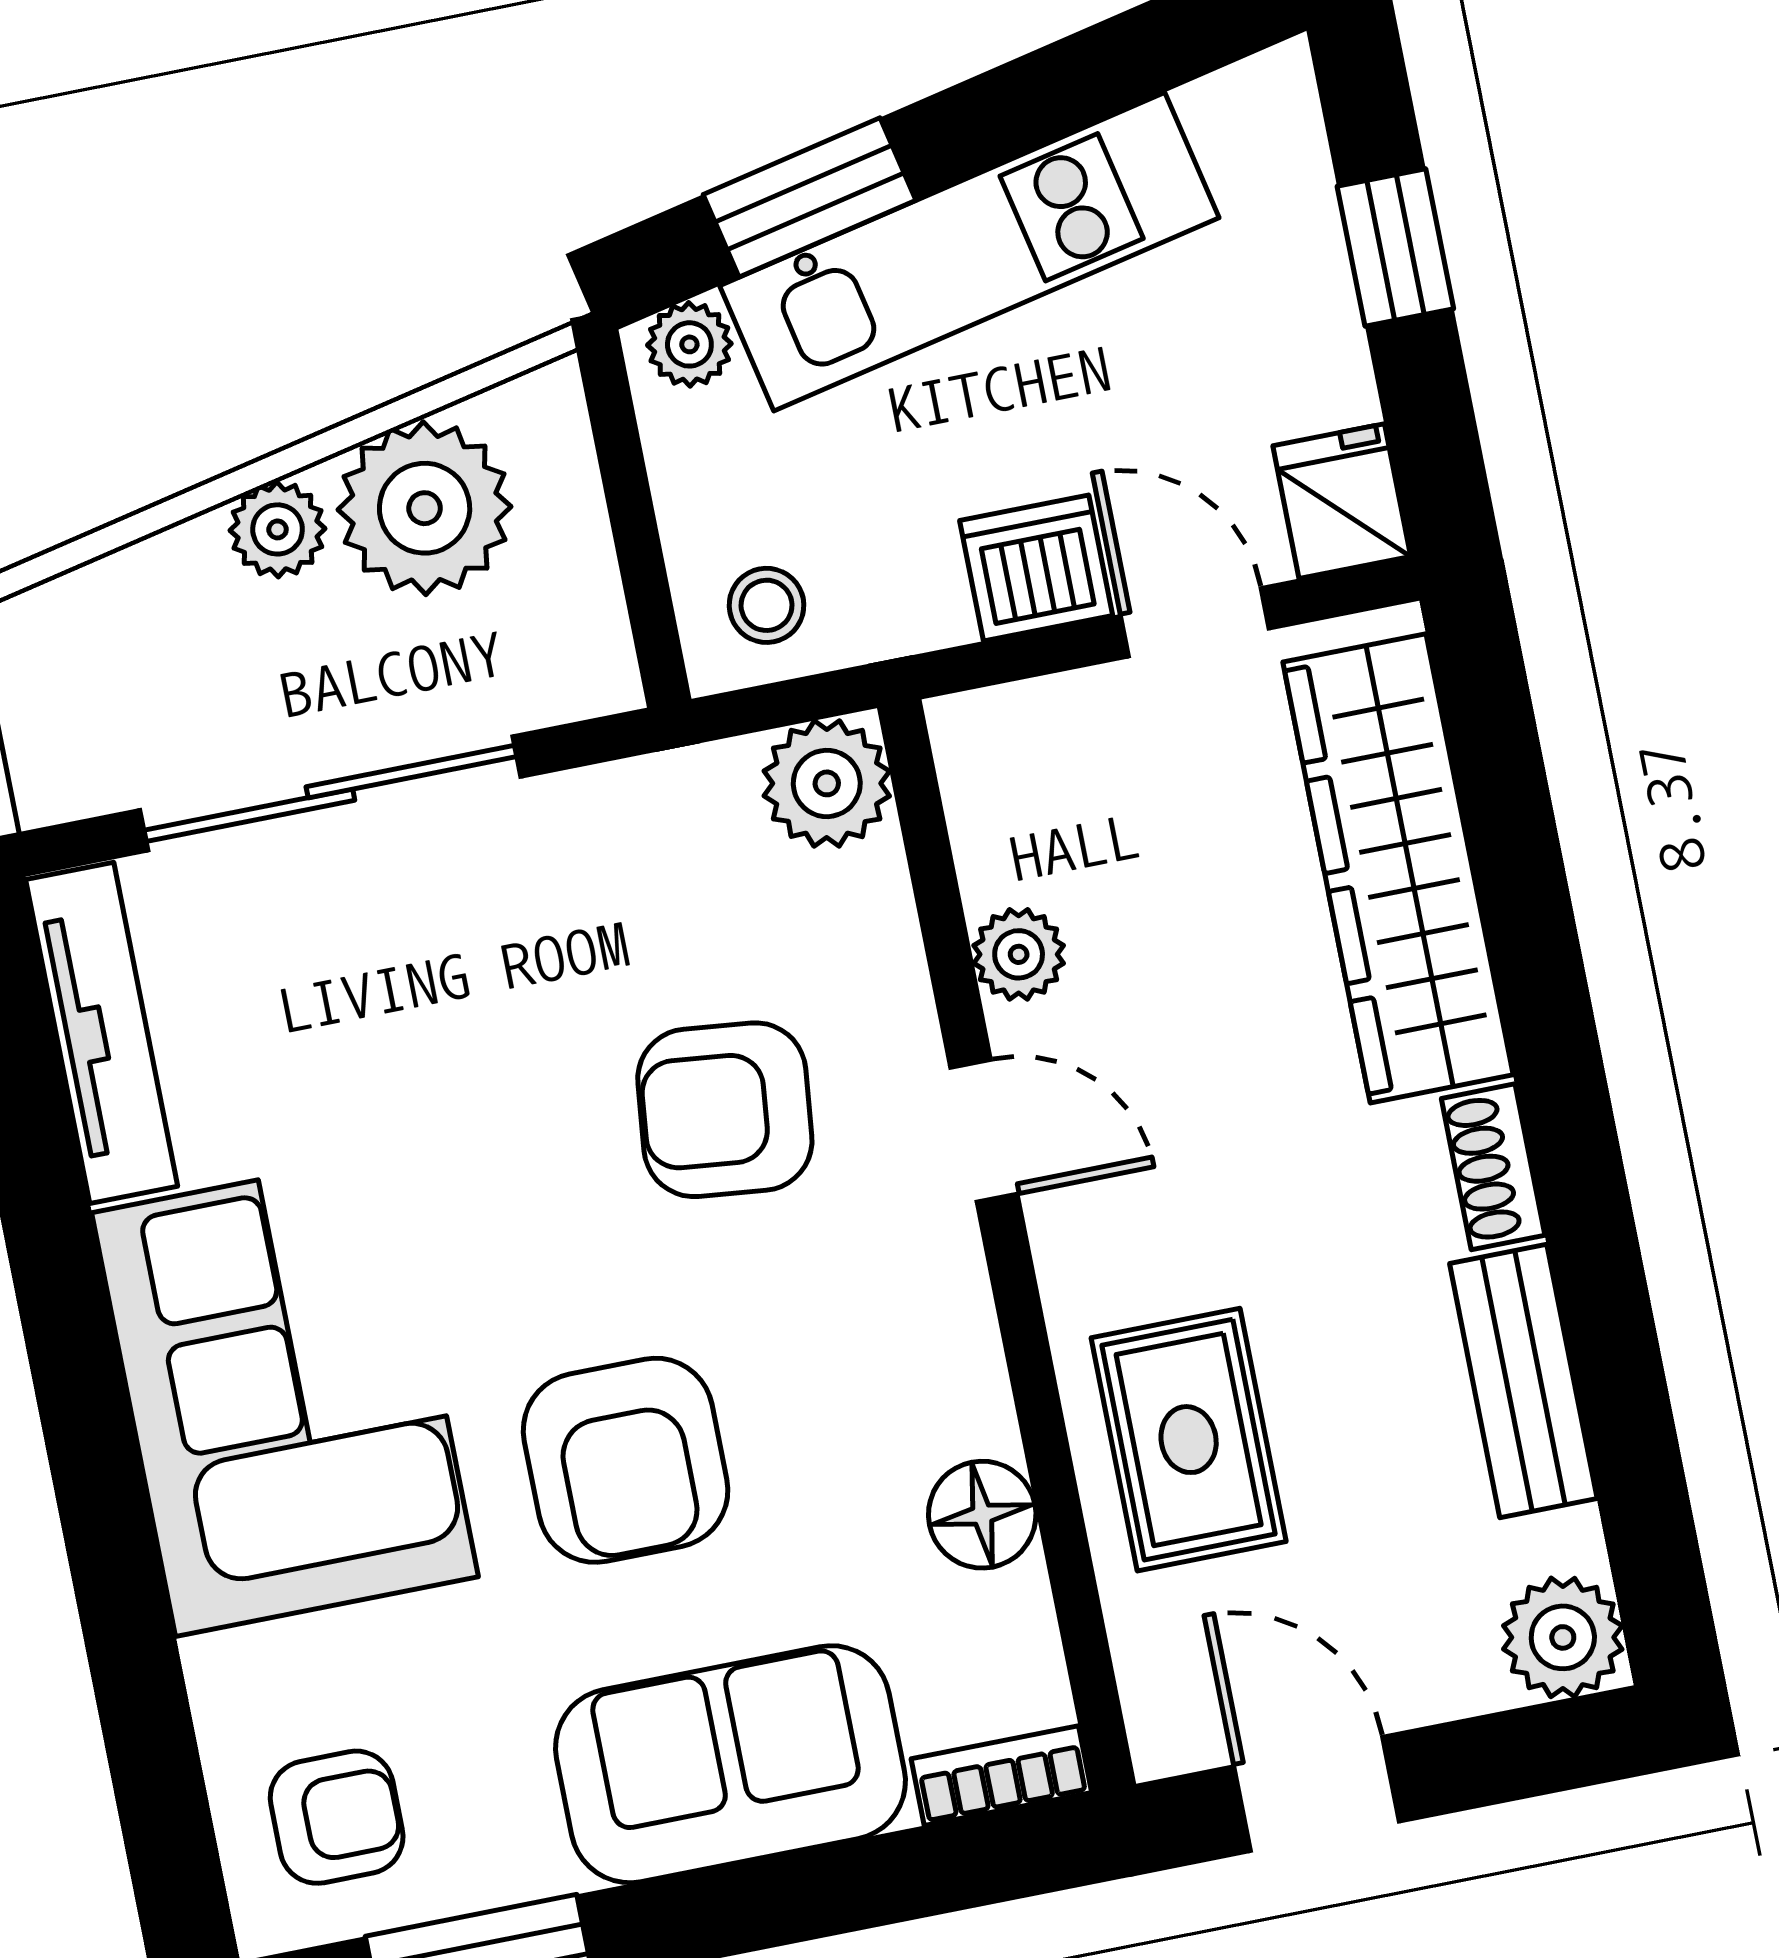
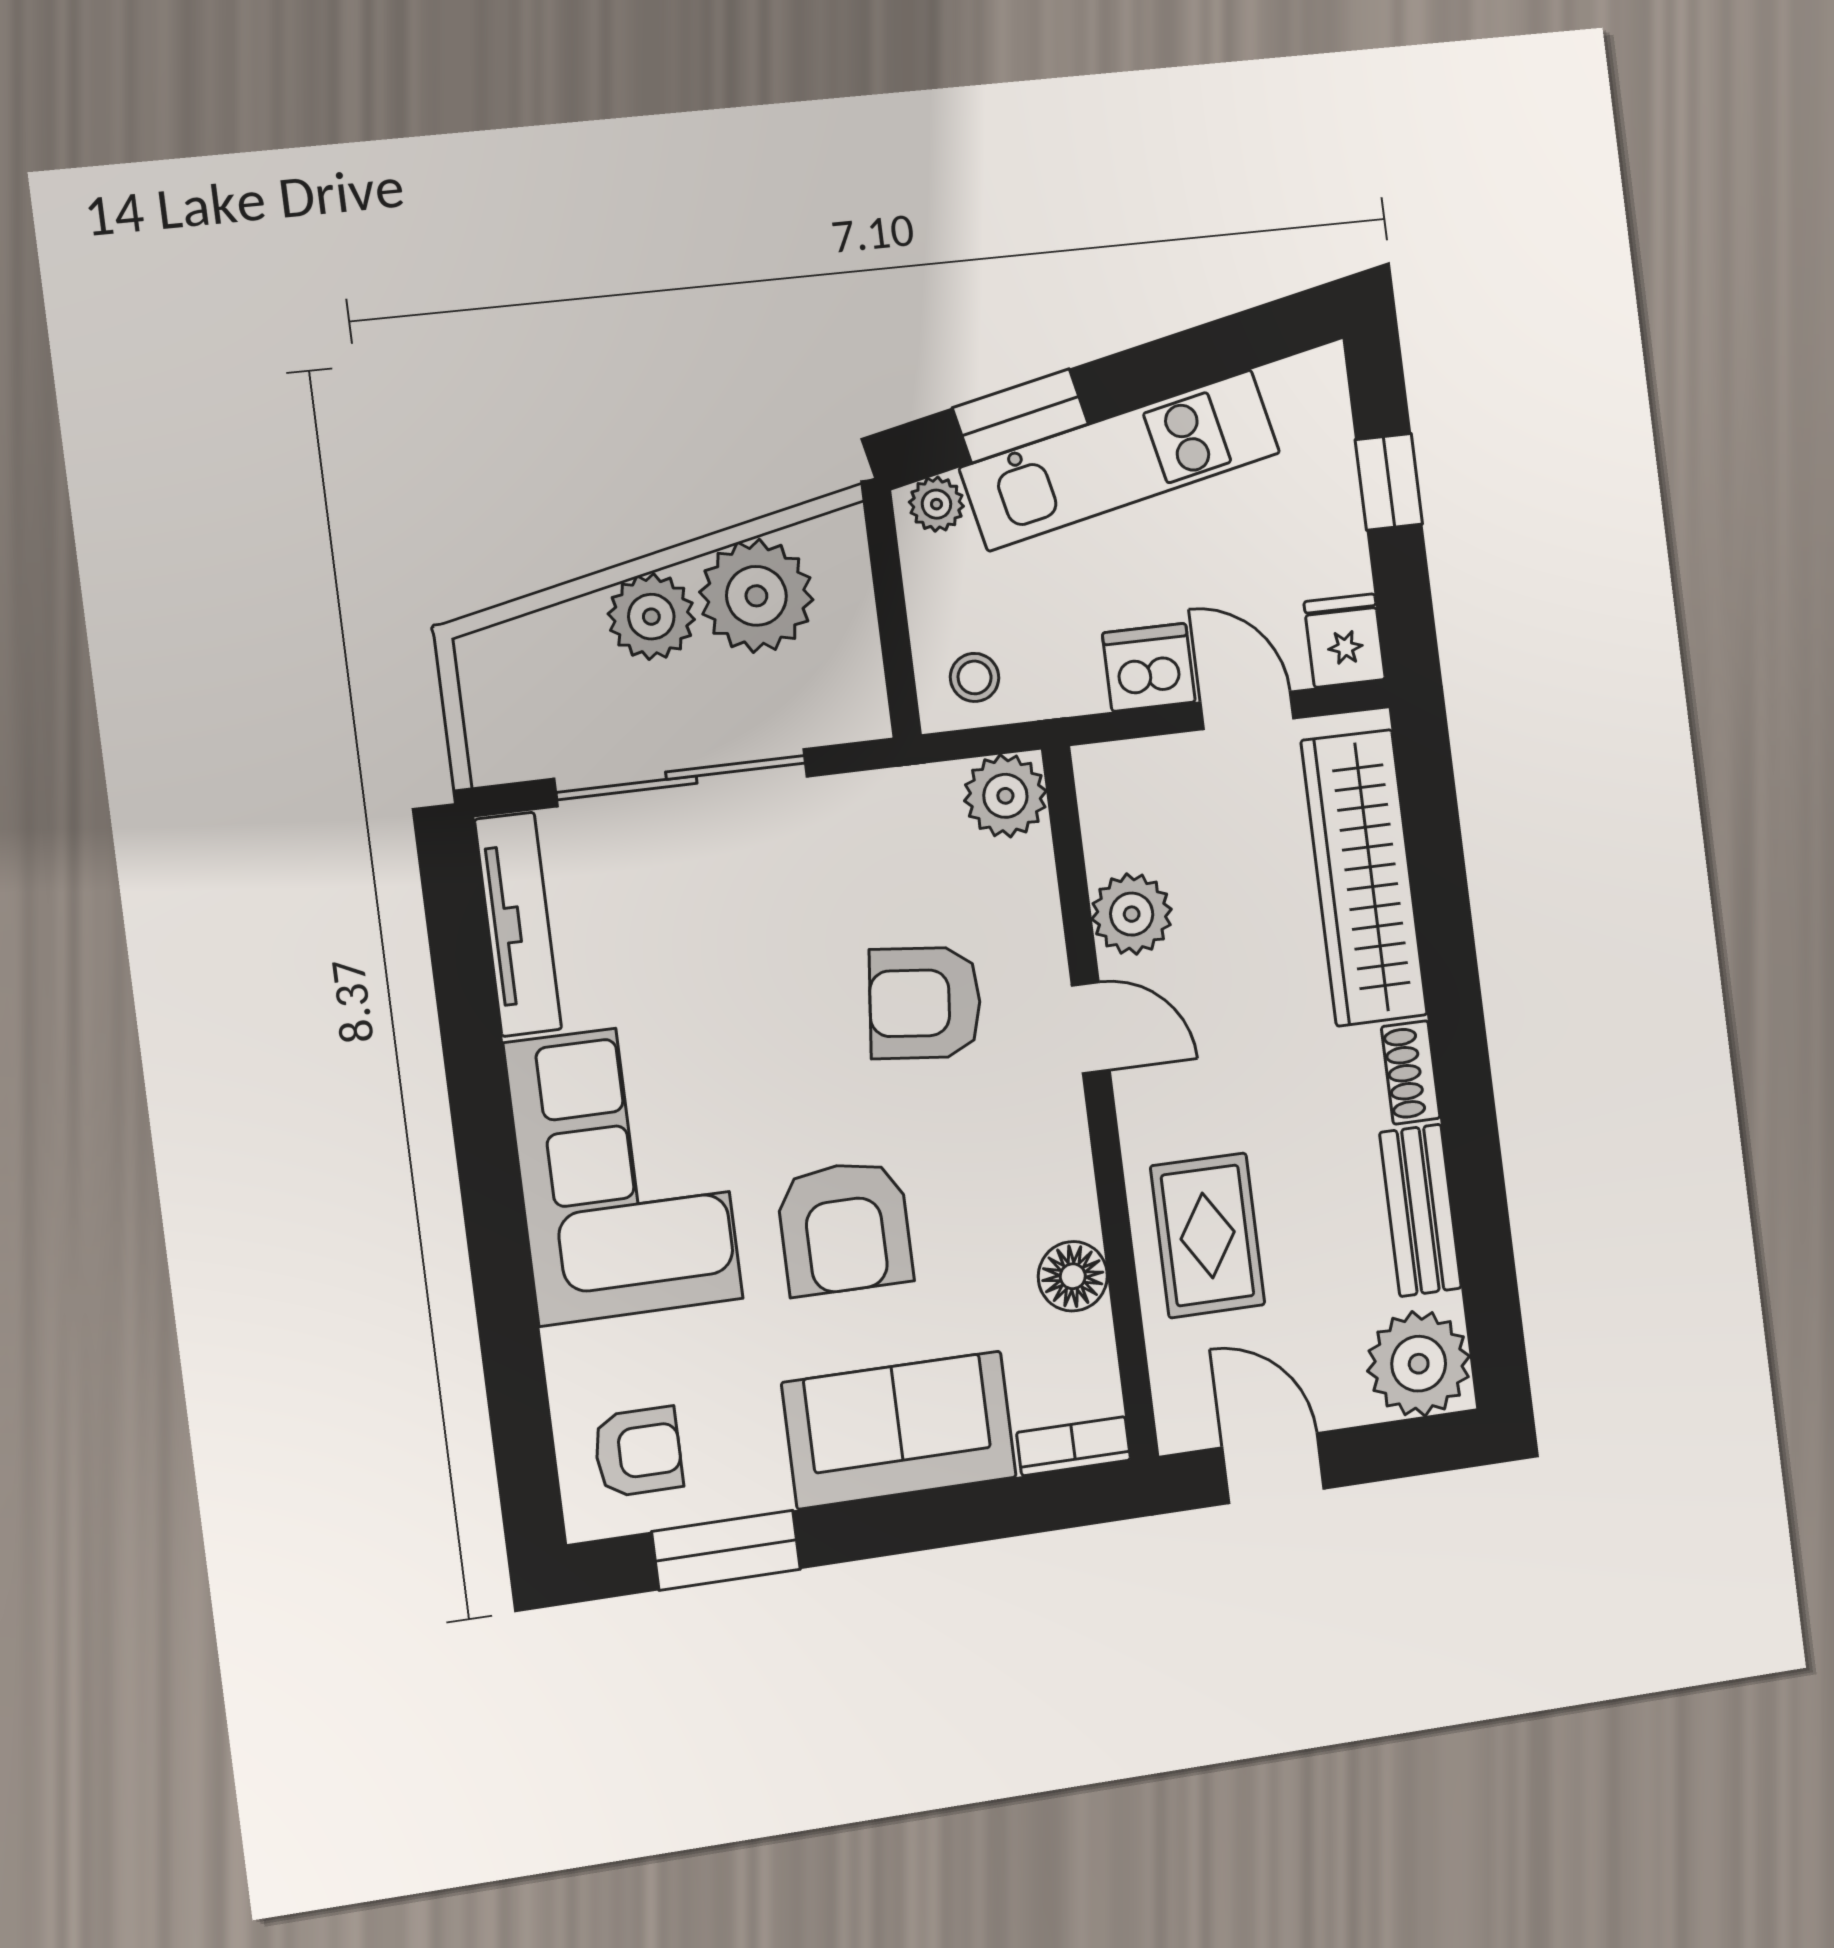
plant: (278, 529) -> (651, 617), width x1.38, depth x1.38
plant: (1019, 954) -> (1132, 914), width x1.38, depth x1.38
plant: (1563, 1637) -> (1419, 1364), width x1.36, depth x1.36

